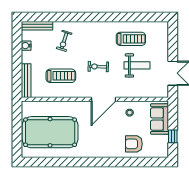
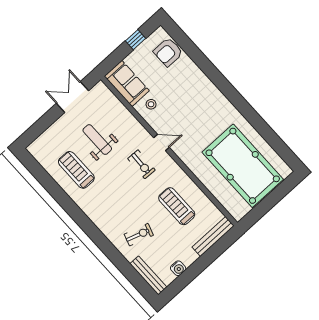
exercise bike: (98, 67) -> (141, 164), moved
door: (103, 99) -> (161, 142), width x0.53
sofa: (160, 119) -> (127, 83), moved, turned -90
armchair: (134, 144) -> (168, 52), moved, turned 90

